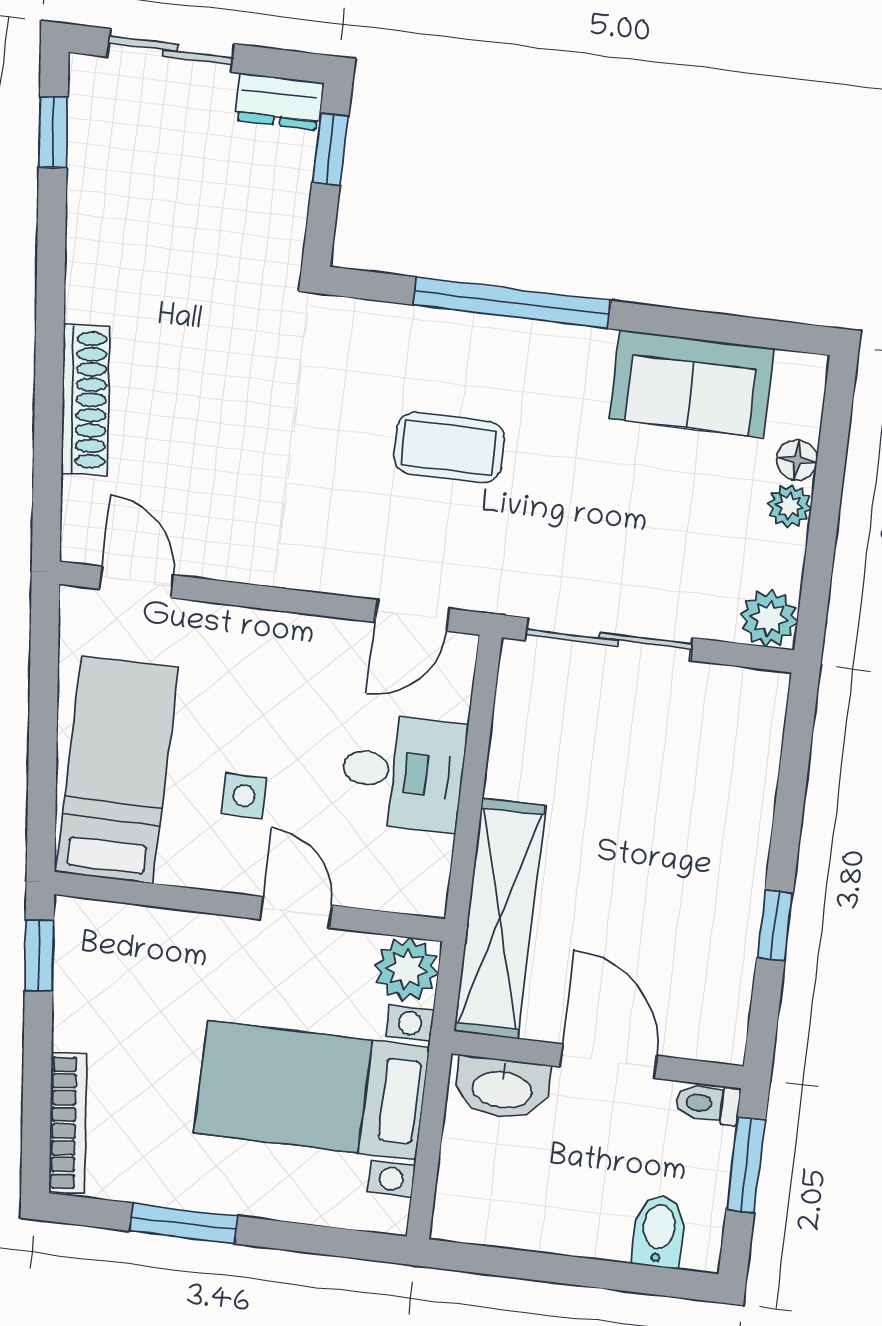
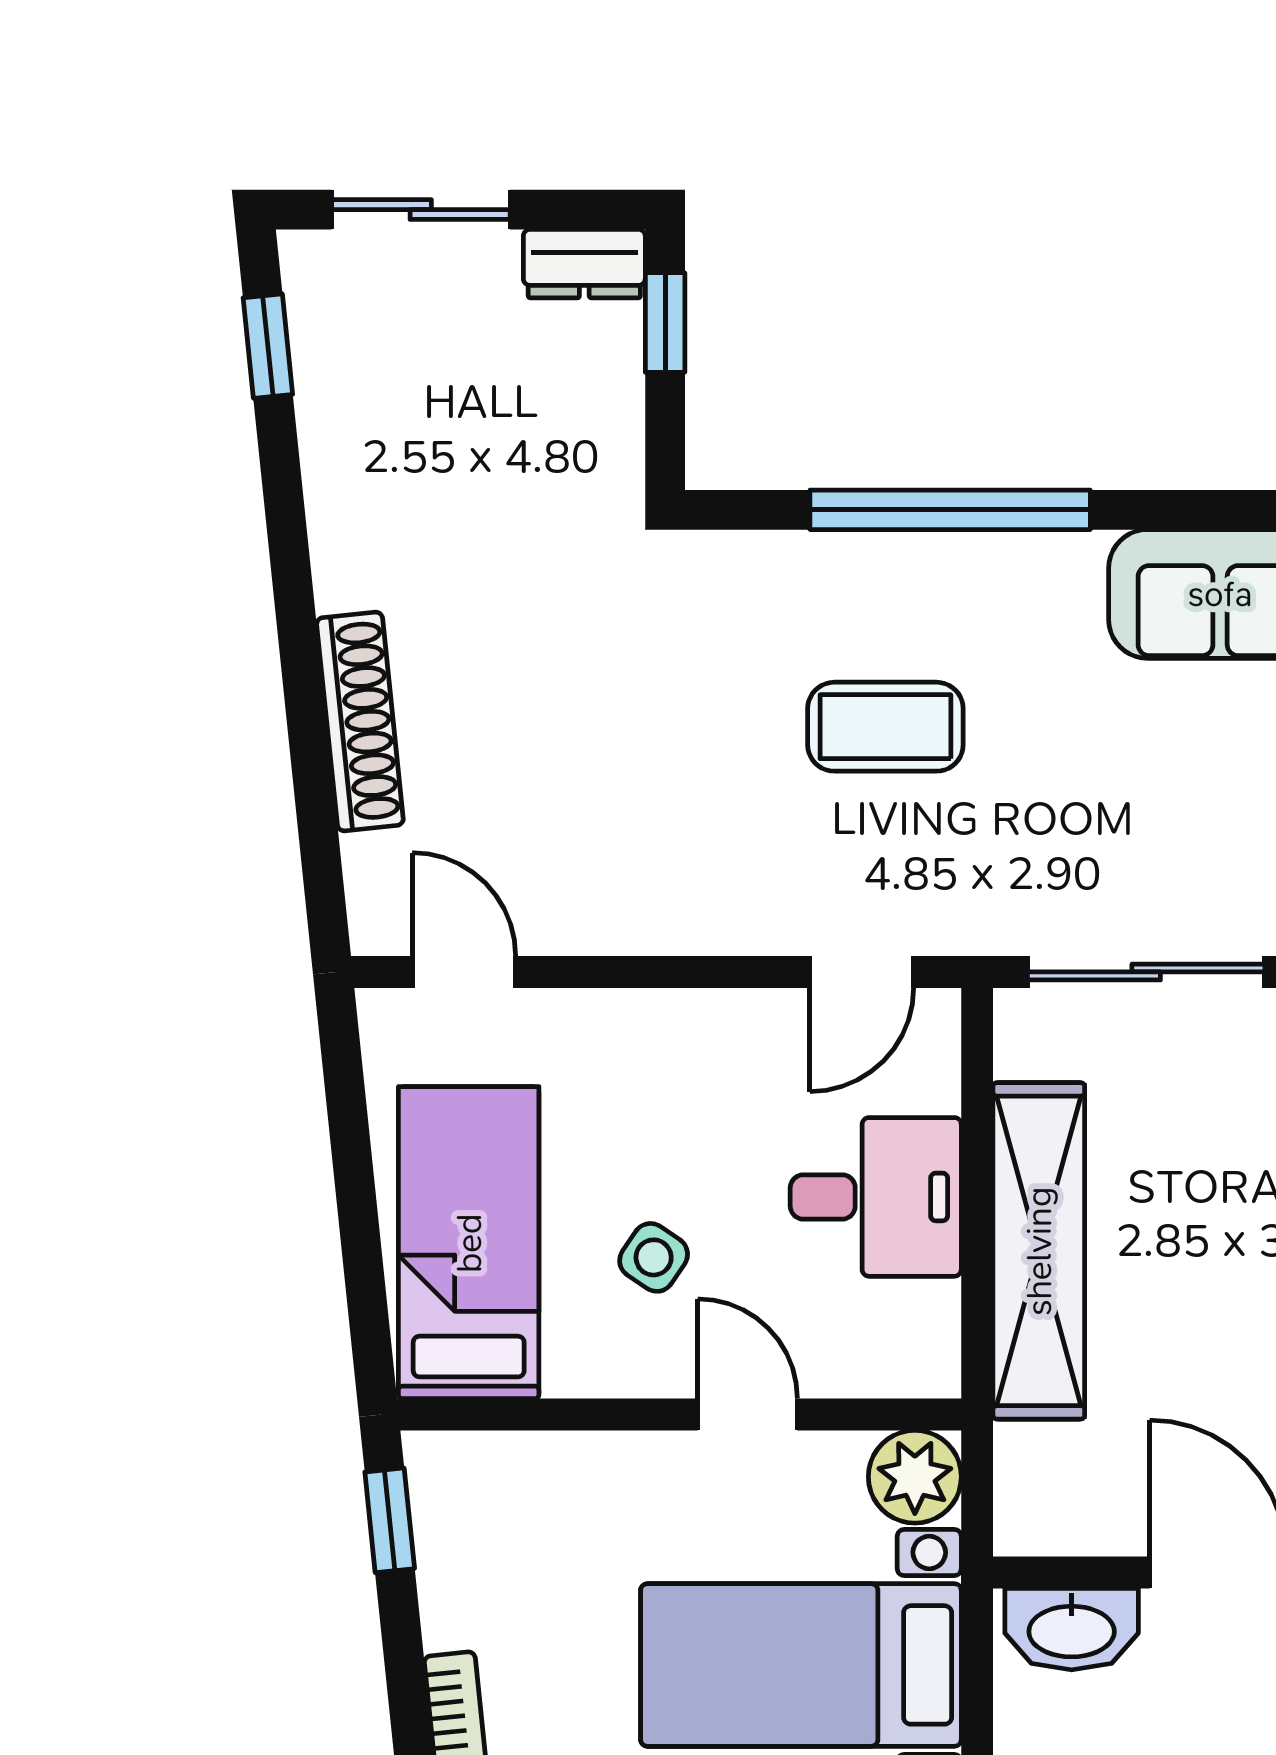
side table: (244, 796) -> (654, 1257), turned 34
shelving: (500, 919) -> (1039, 1251), moved

